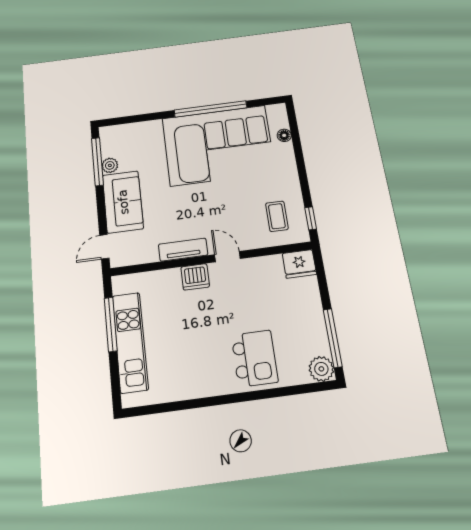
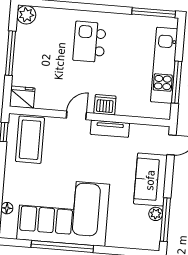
coffee table: (277, 216) -> (30, 140), width x1.86, depth x1.72
door: (227, 257) -> (76, 115), swing flipped
window: (333, 338) -> (10, 53), moved
kitchen island: (255, 358) -> (89, 42), moved
window: (156, 409) -> (154, 13), added

